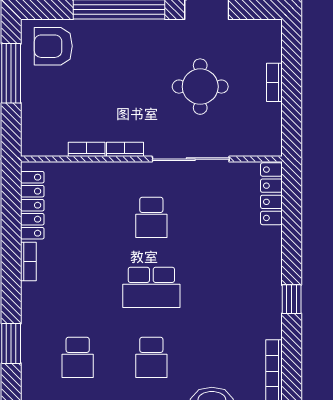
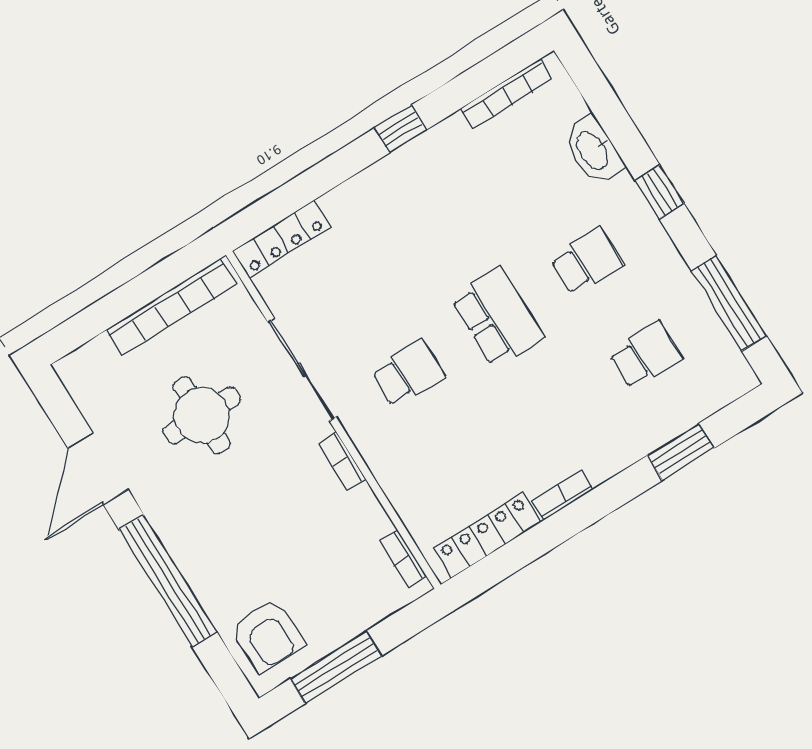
bookcase: (274, 82) -> (171, 307), width x2.31, depth x1.31
bookcase: (87, 149) -> (403, 559), moved

